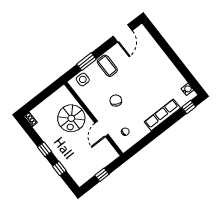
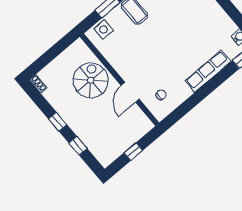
chair: (116, 100) -> (147, 55), removed
spiral stairs: (71, 118) -> (91, 80), turned 180

